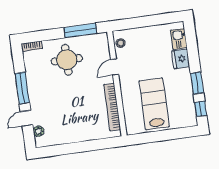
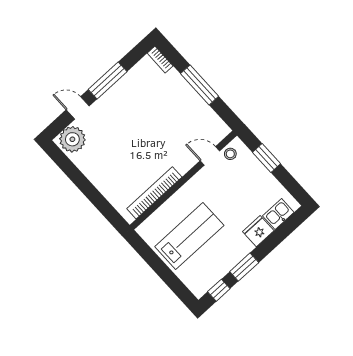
window: (139, 22) -> (267, 158), added
window: (80, 30) -> (200, 85), moved
round table: (67, 60) -> (172, 108), removed
door: (115, 67) -> (210, 156), moved
plant: (39, 131) -> (72, 139), width x1.88, depth x1.88

